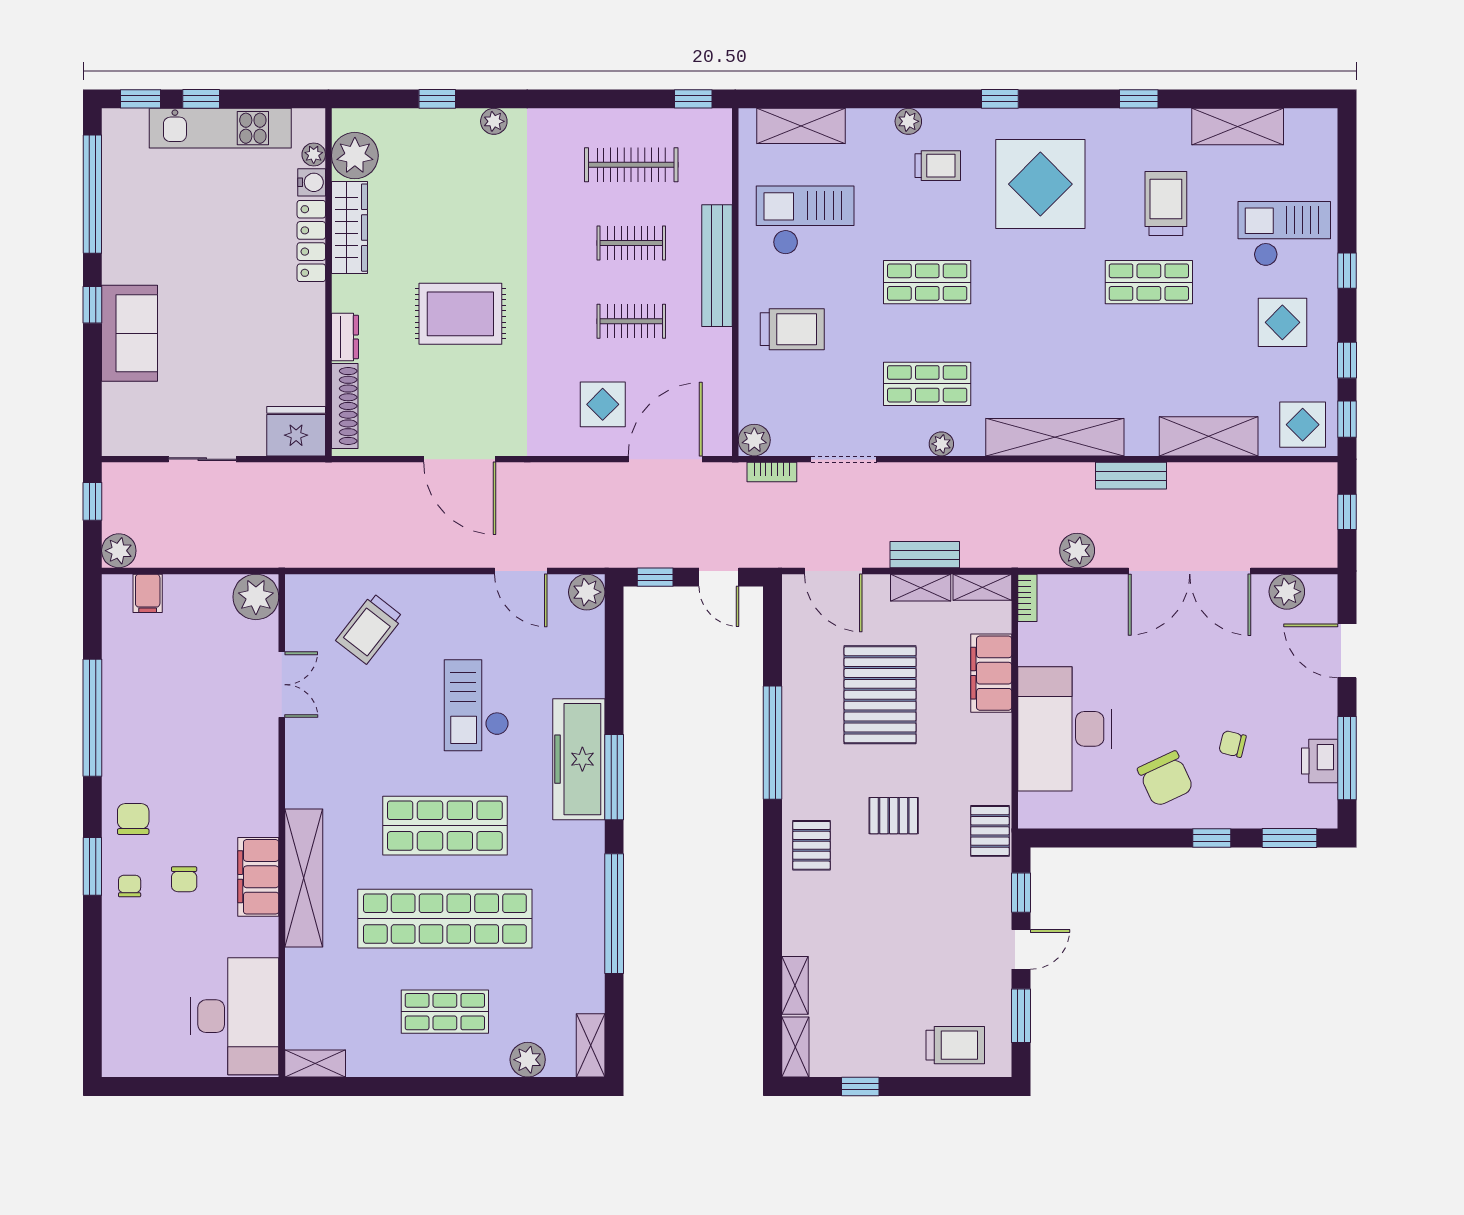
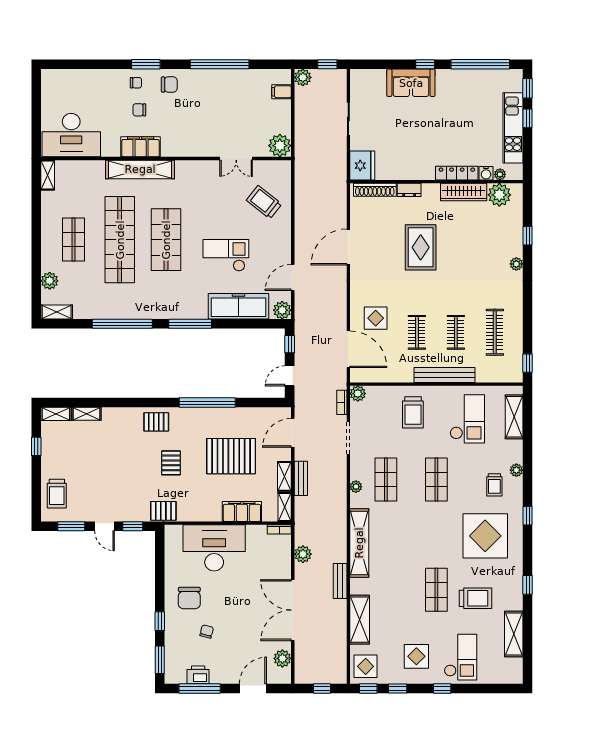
freezer: (579, 759) -> (238, 306), moved
chair: (1165, 779) -> (189, 598), turned -65

